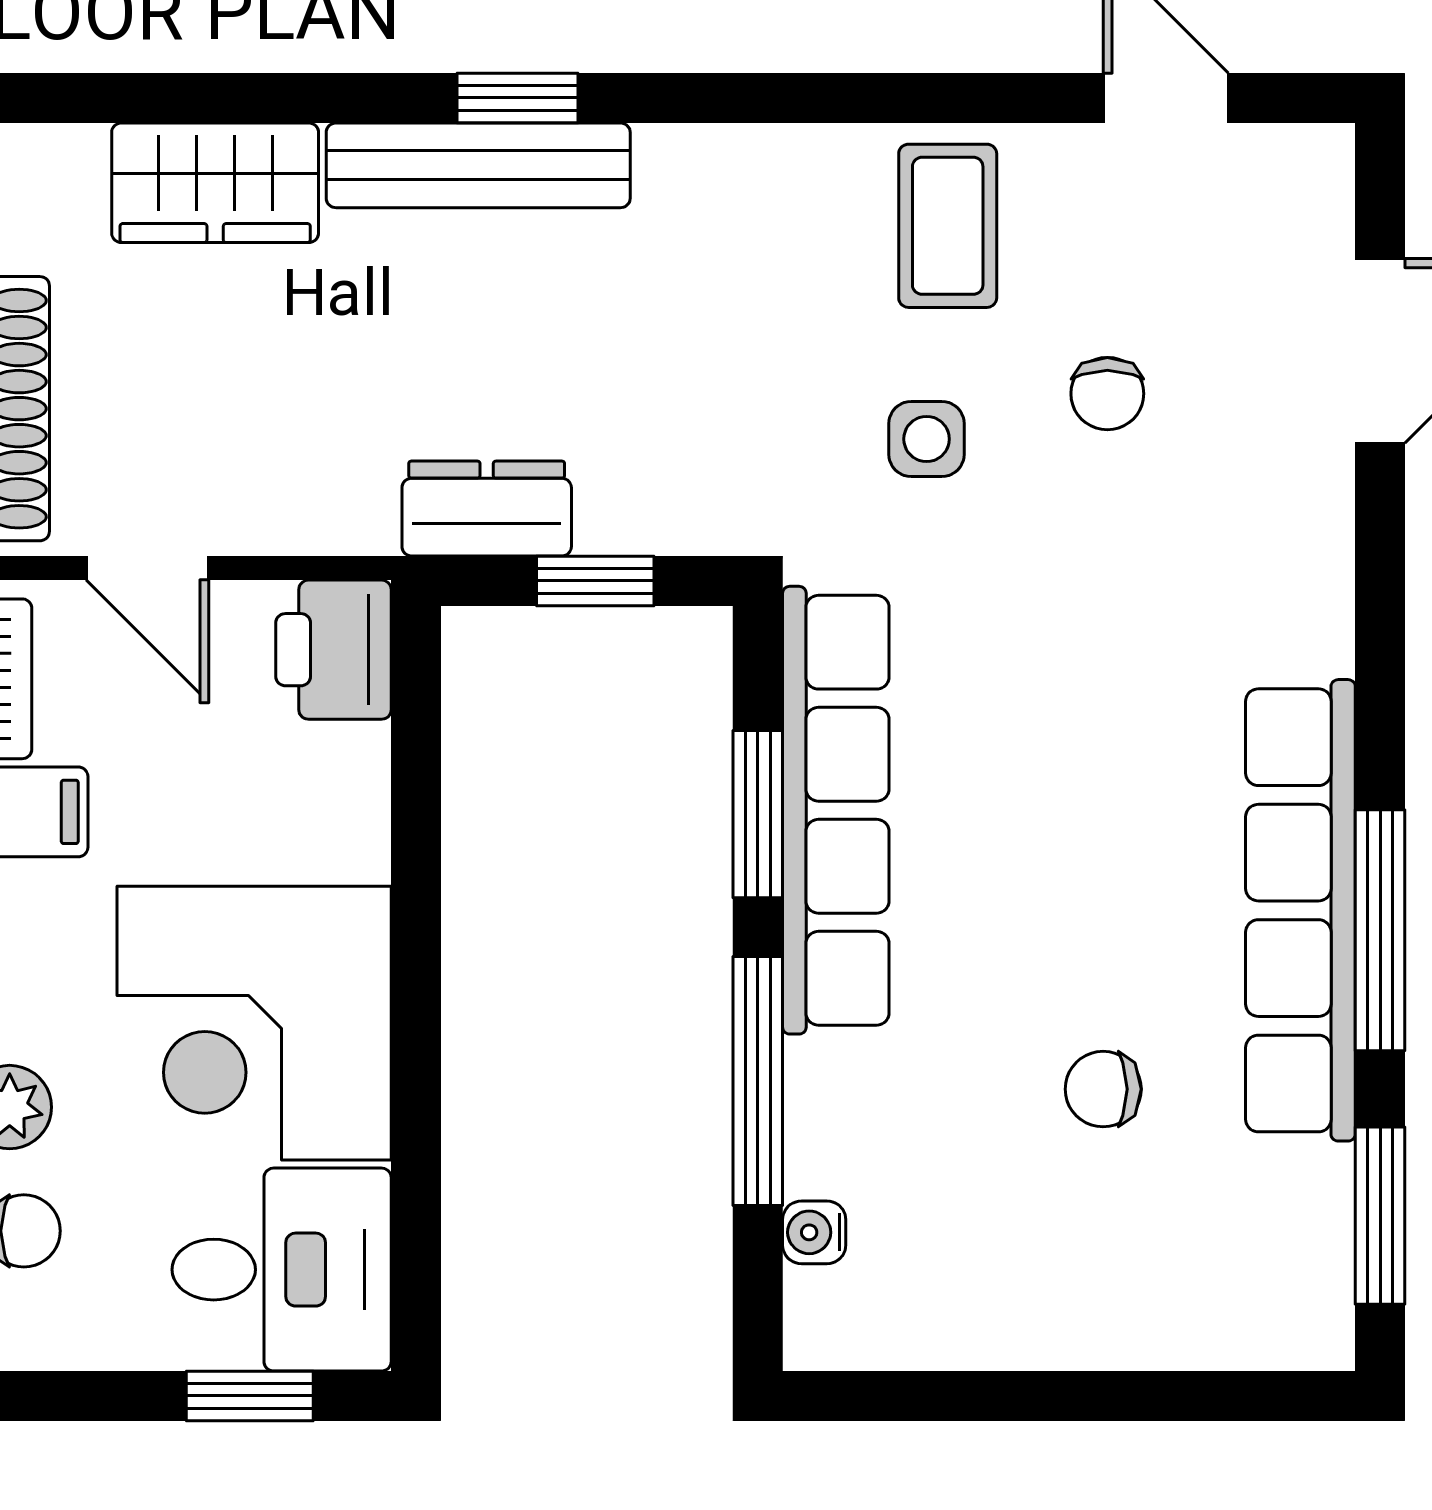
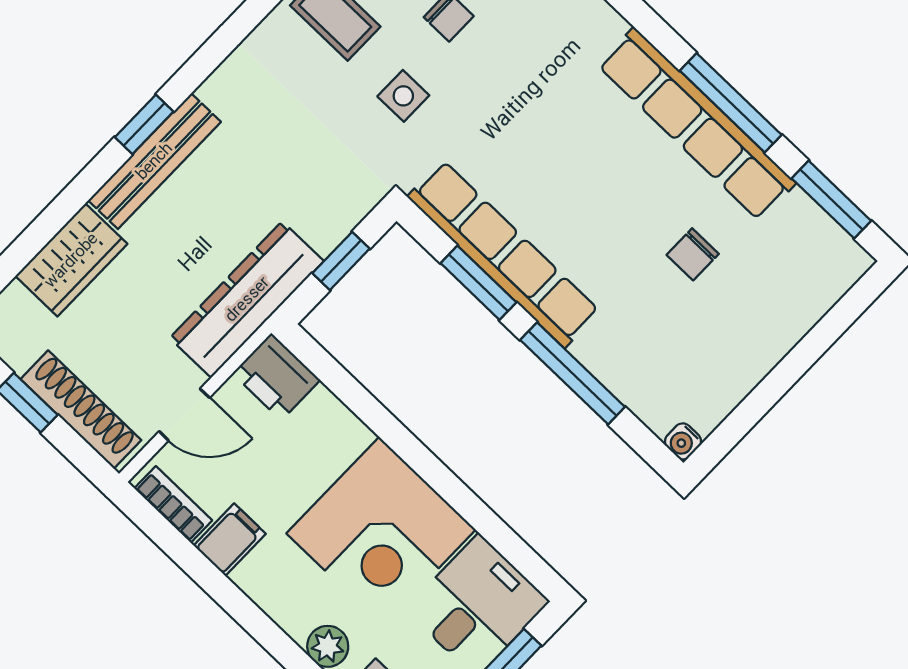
dresser: (487, 509) -> (247, 299), width x1.96, depth x1.24
water cooler: (814, 1232) -> (683, 441), moved

